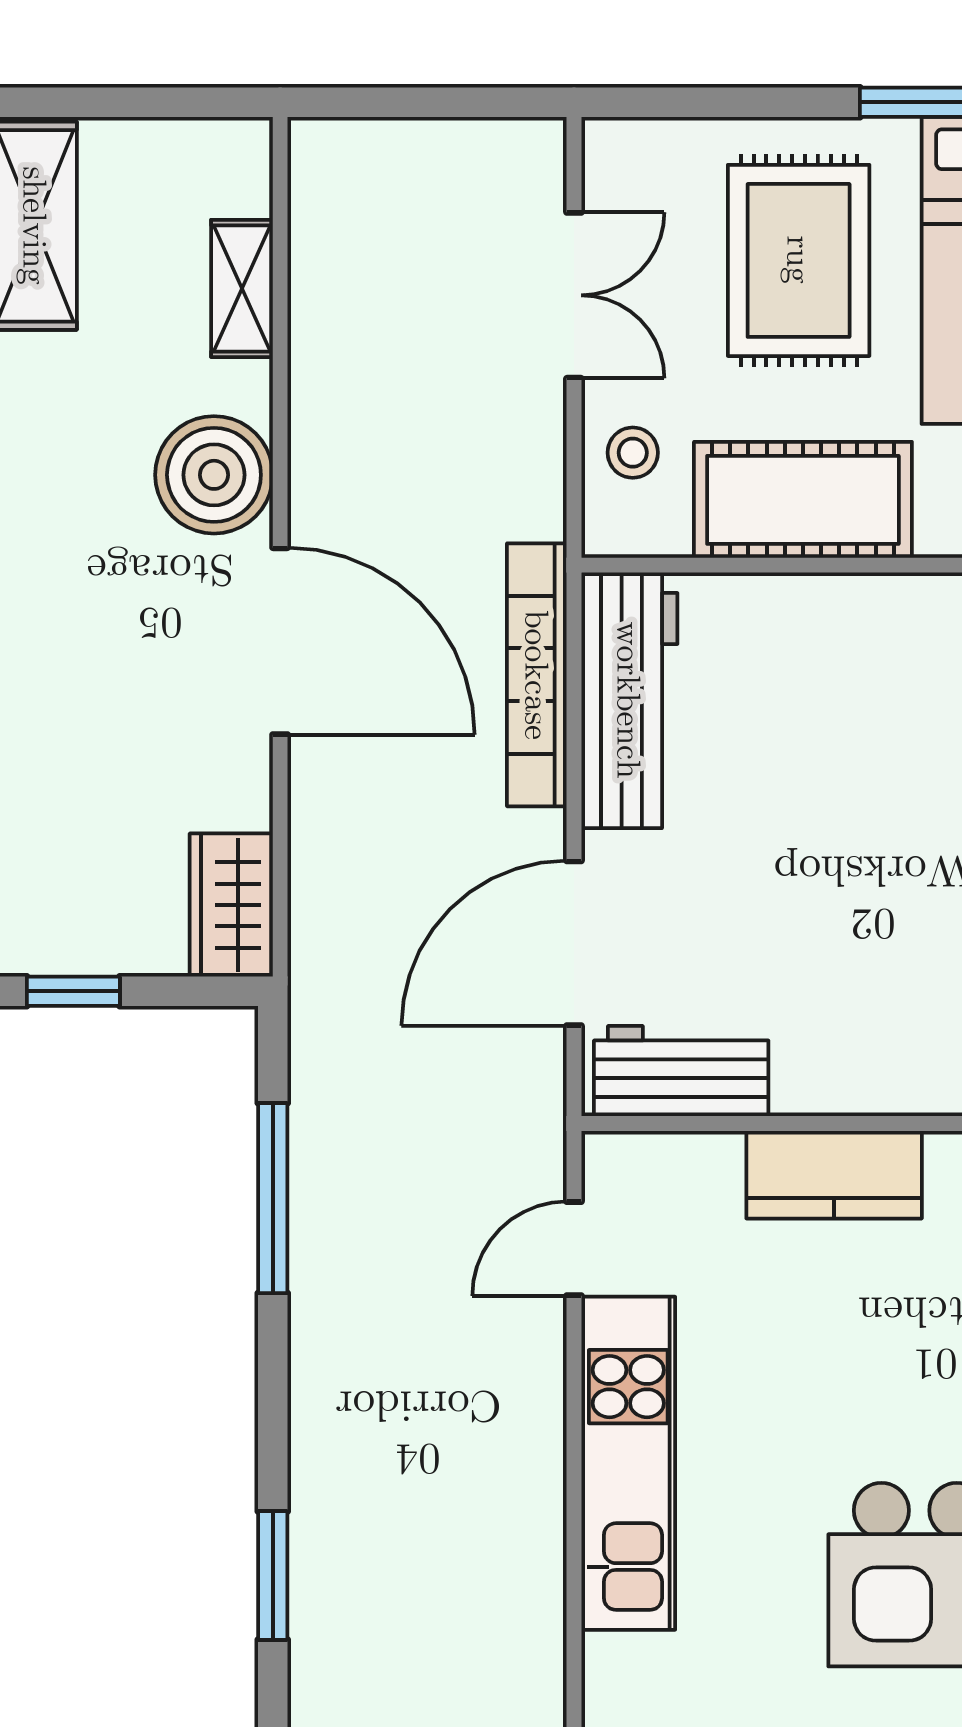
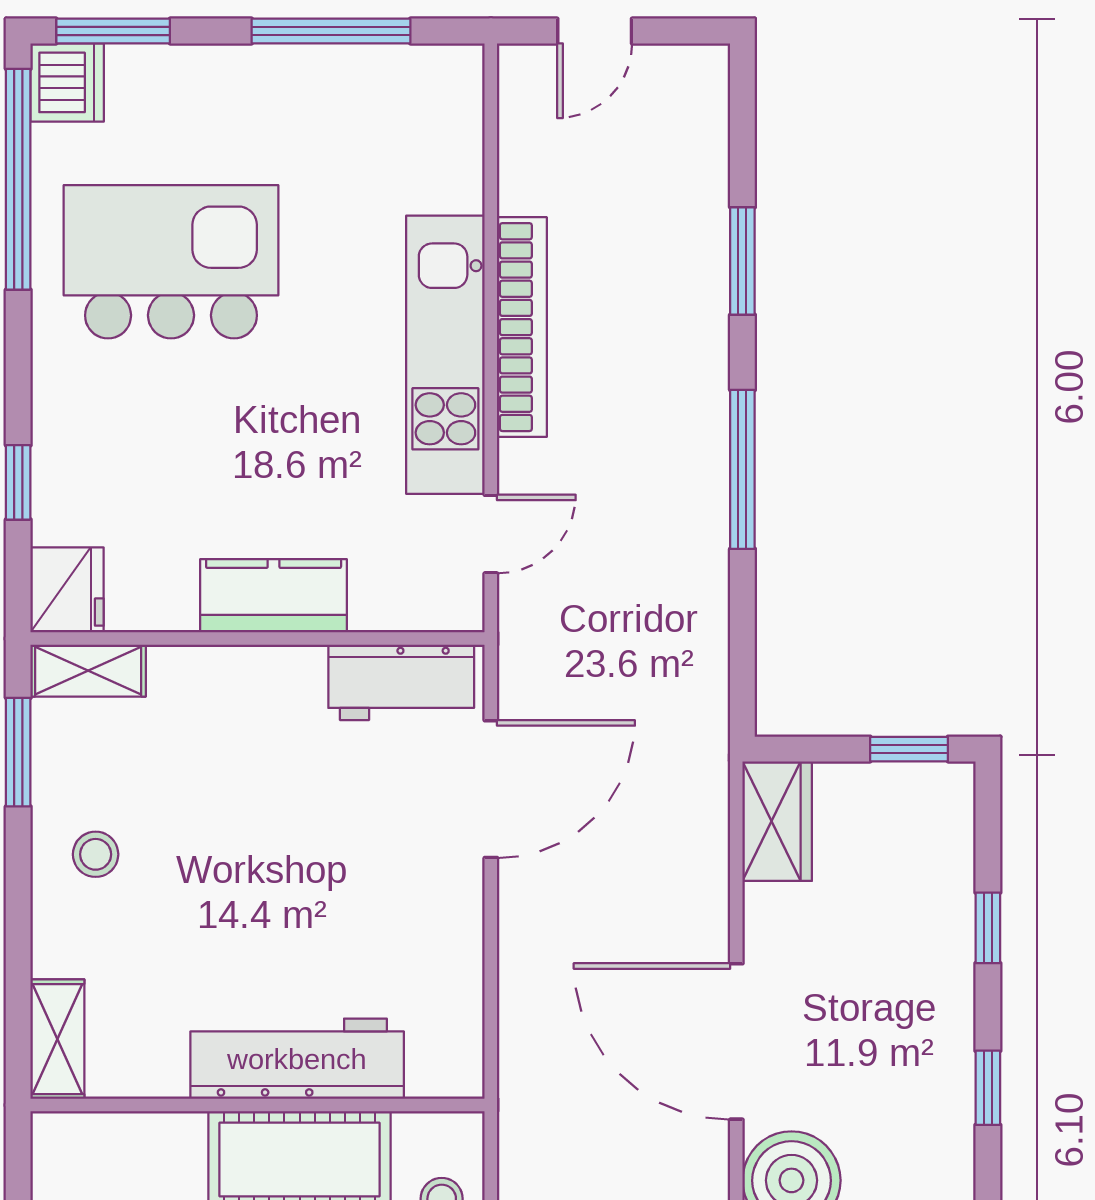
bookcase: (537, 675) -> (522, 327), moved
workbench: (629, 700) -> (297, 1059), moved, turned 90
window: (273, 1198) -> (742, 469), moved

